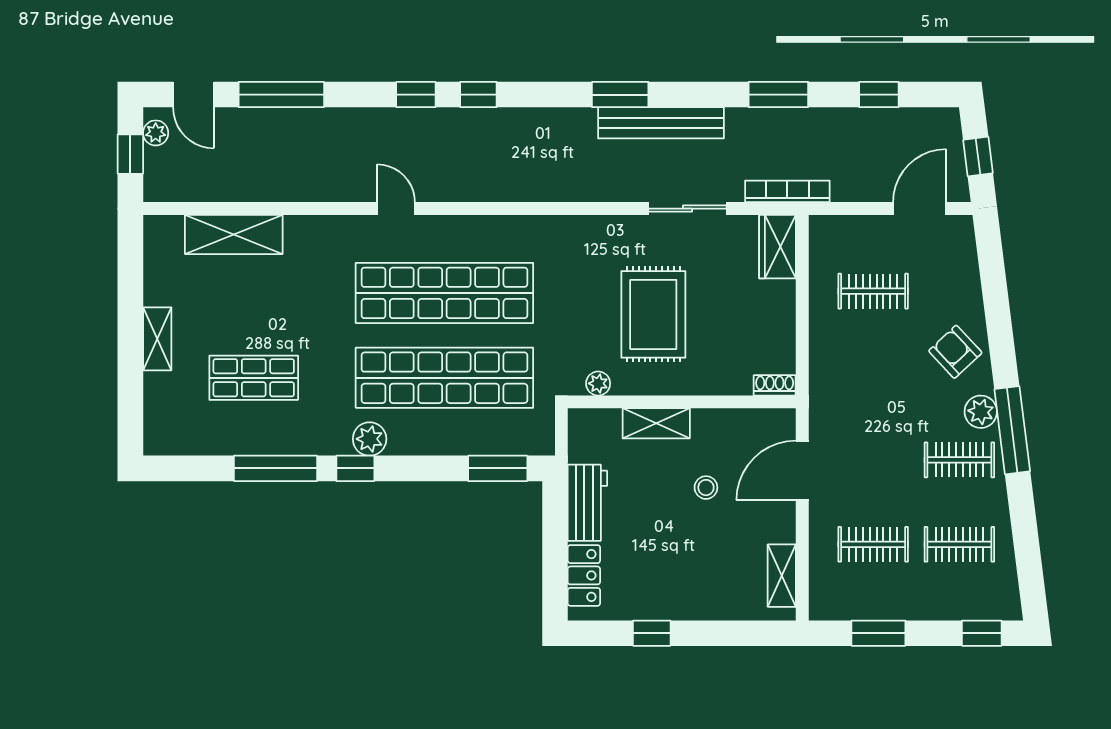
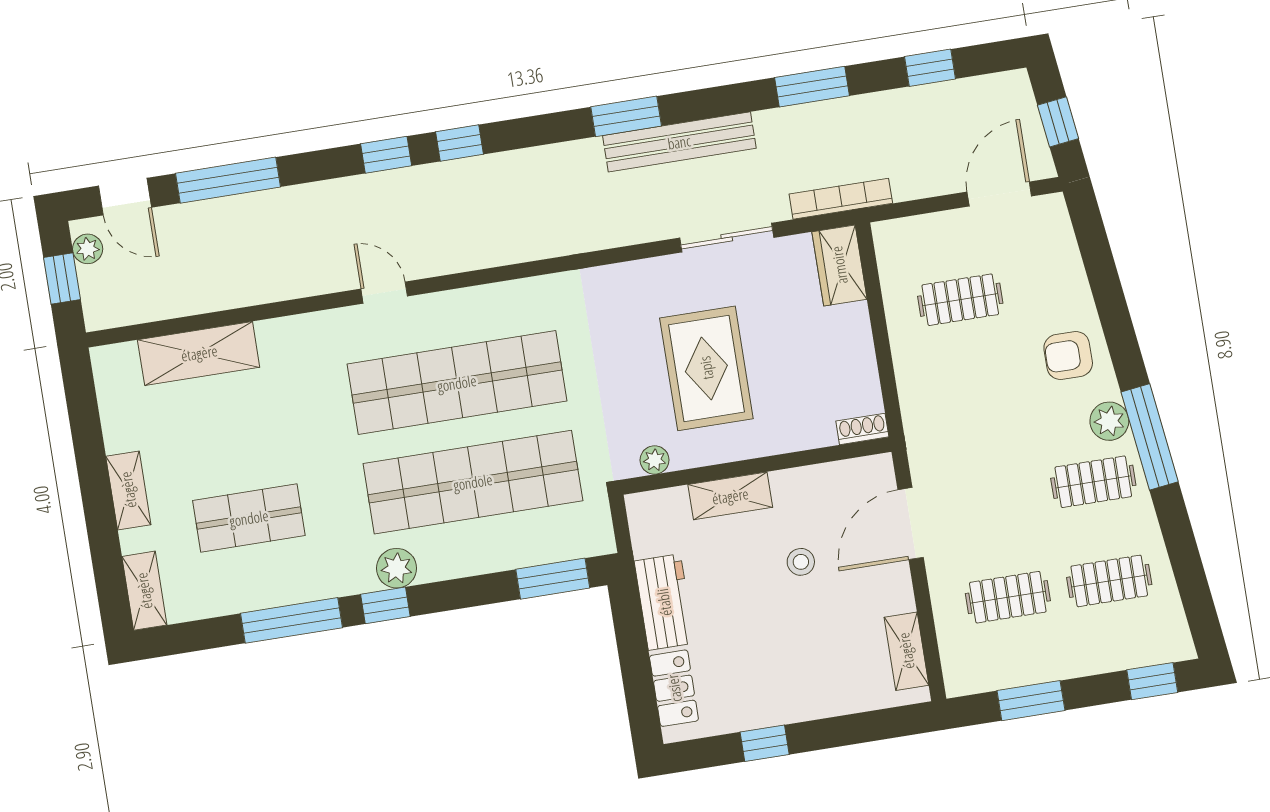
armchair: (955, 352) -> (1068, 355), turned -47
shelving: (157, 424) -> (144, 591), added

